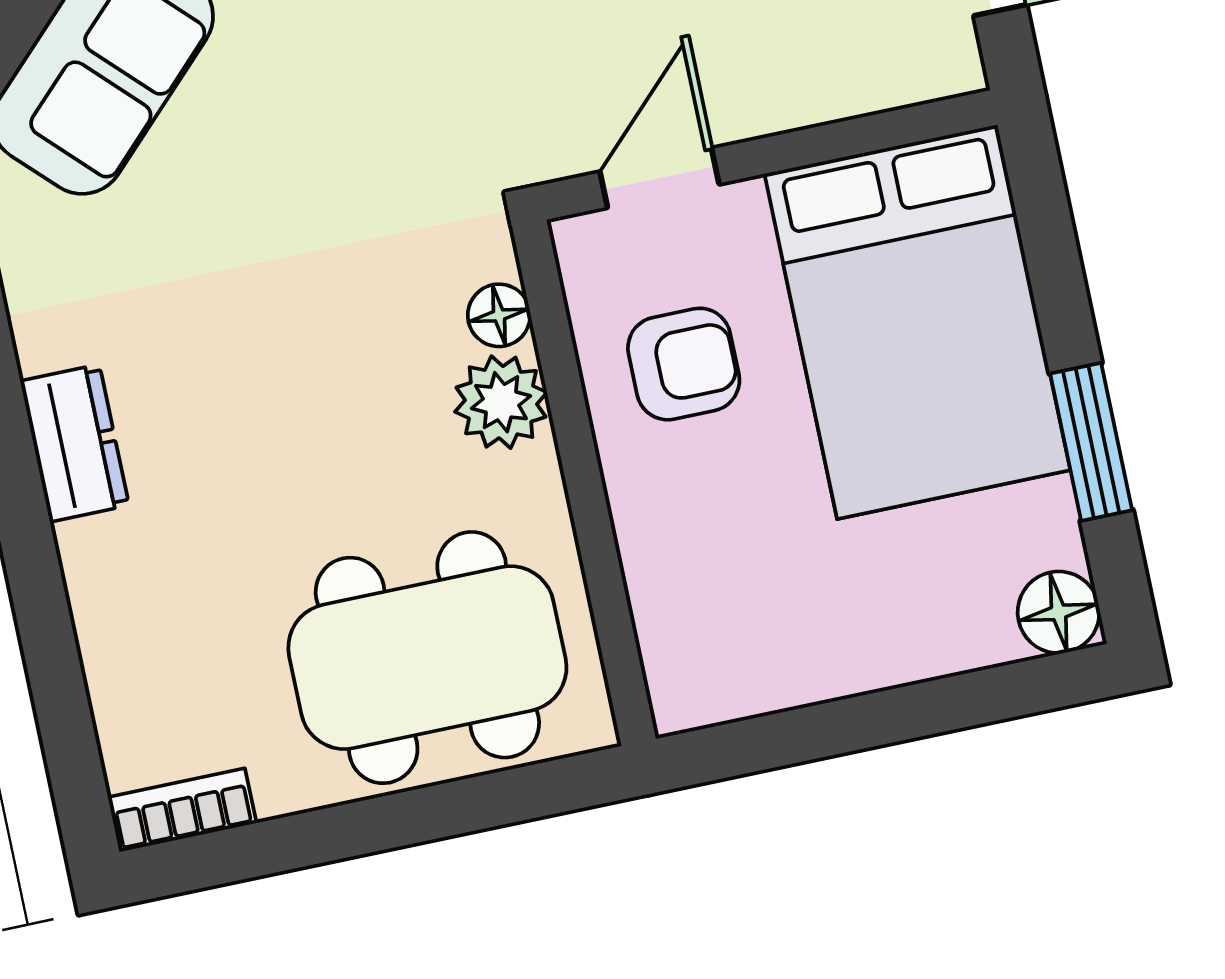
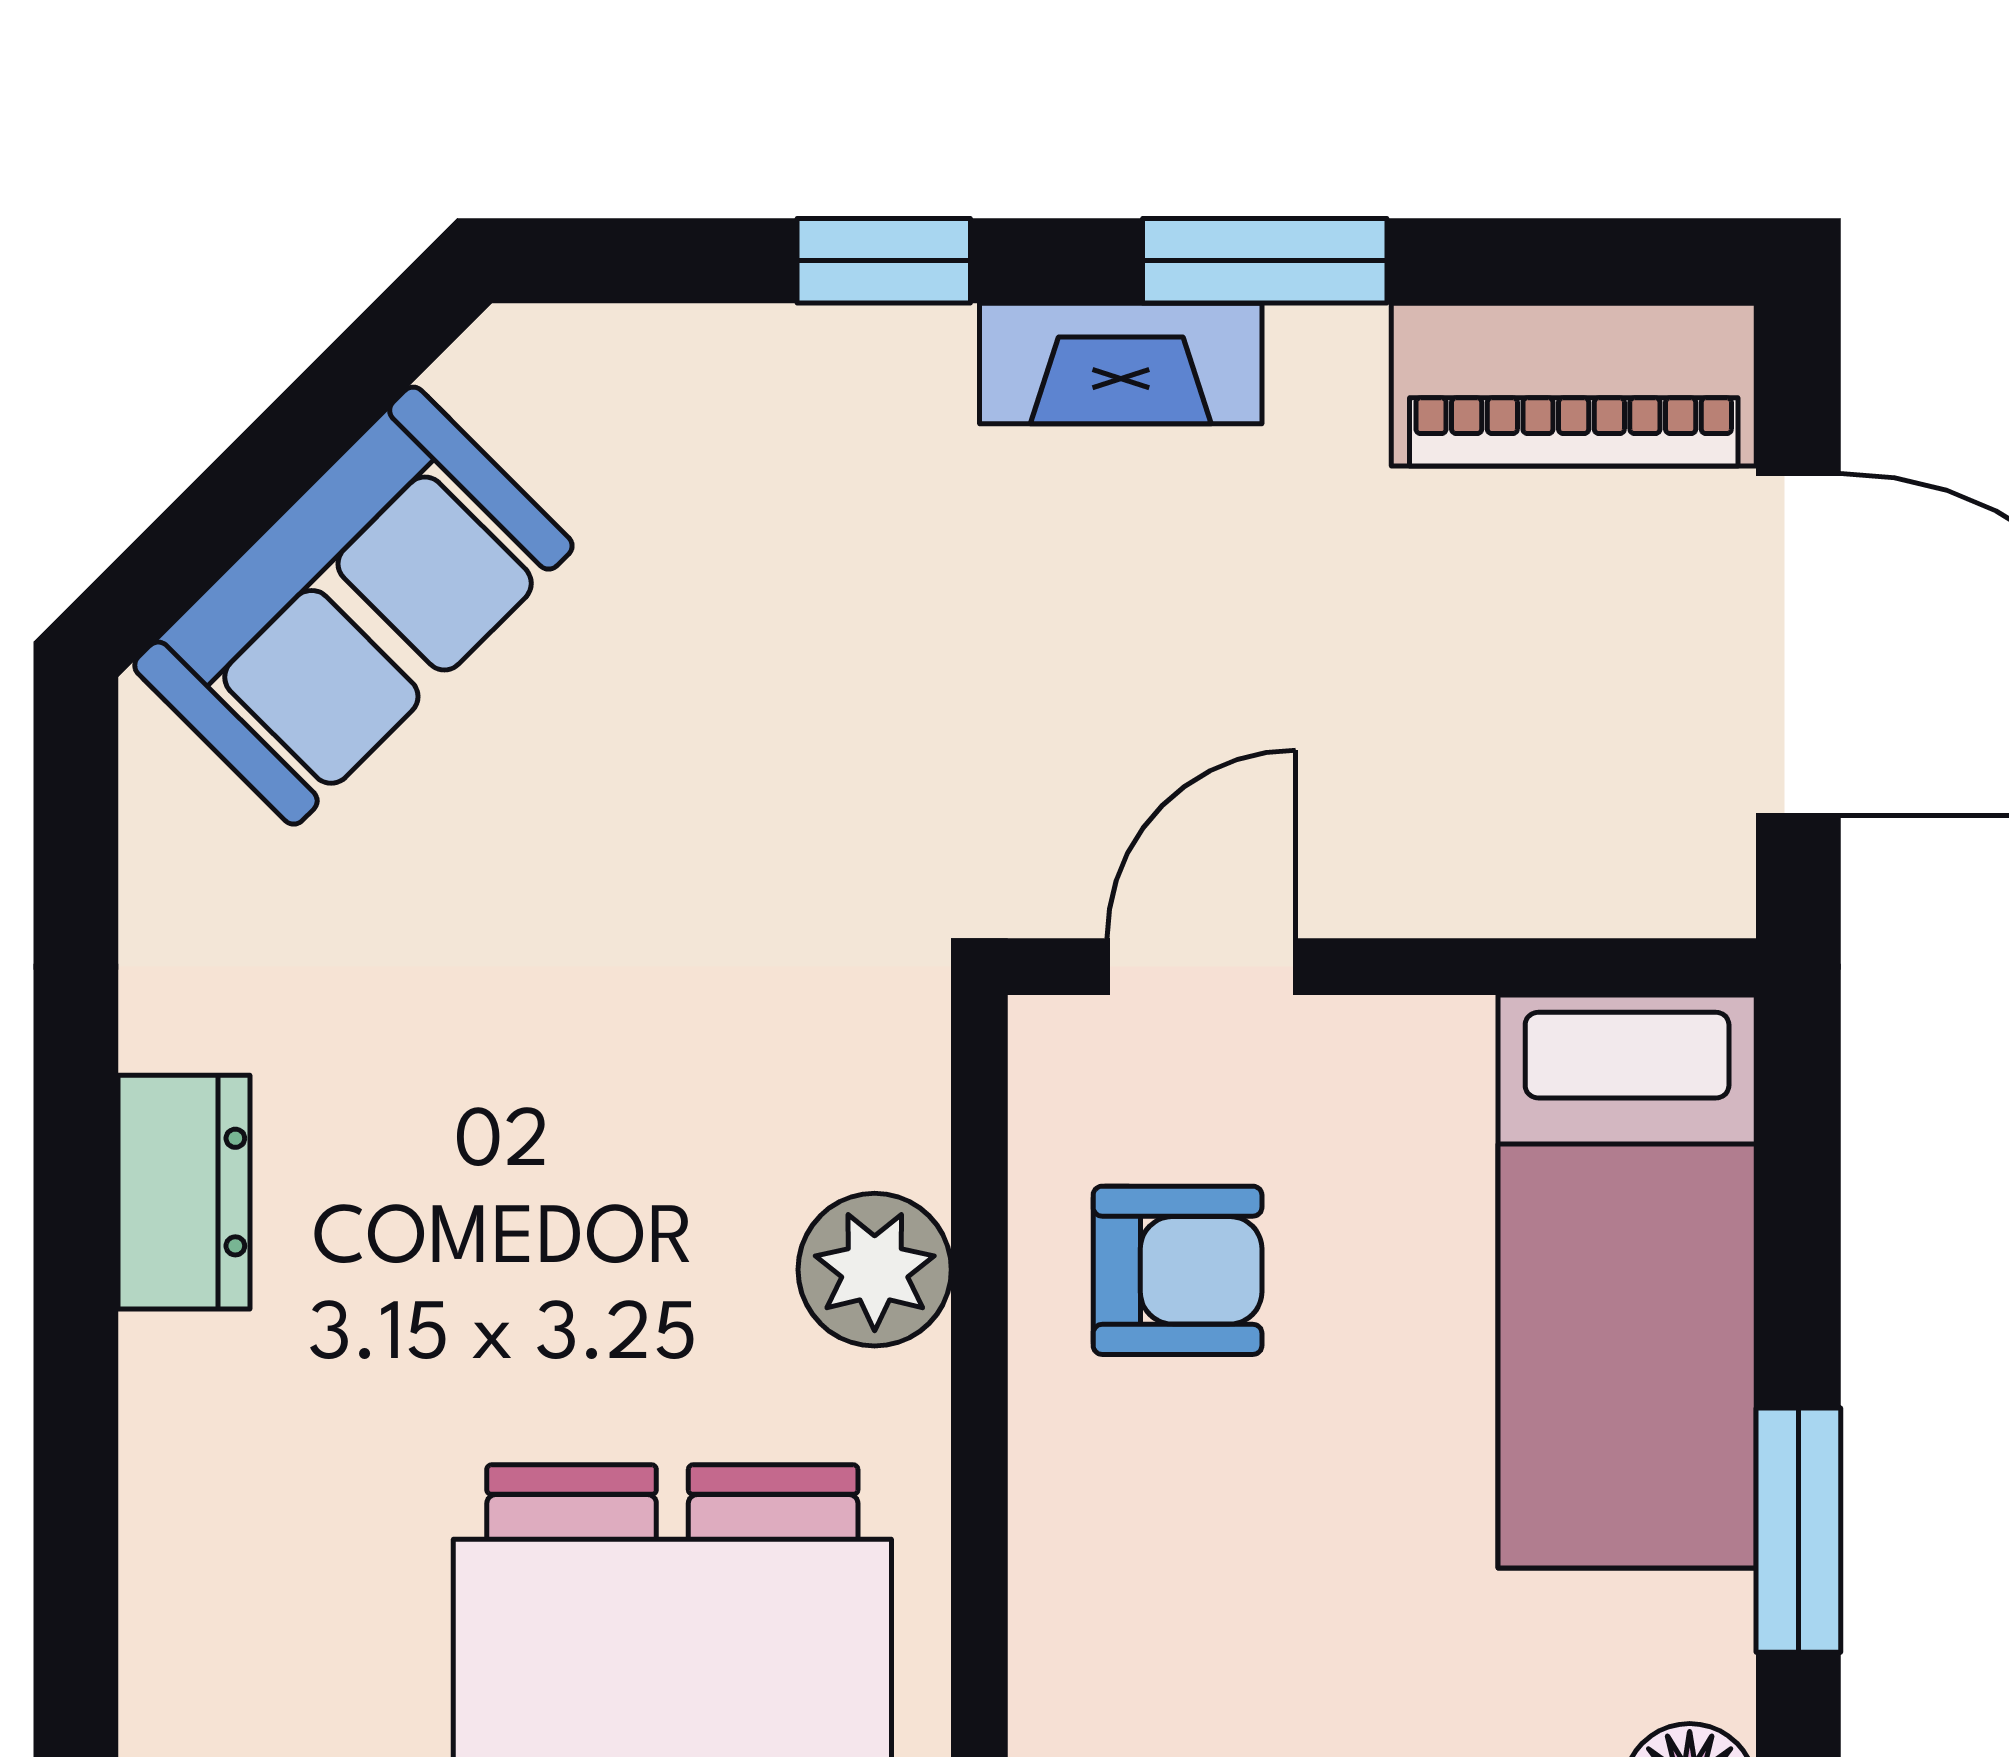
floor lamp: (499, 315) -> (901, 1131), removed
bed: (917, 322) -> (1627, 1281), width x0.67

